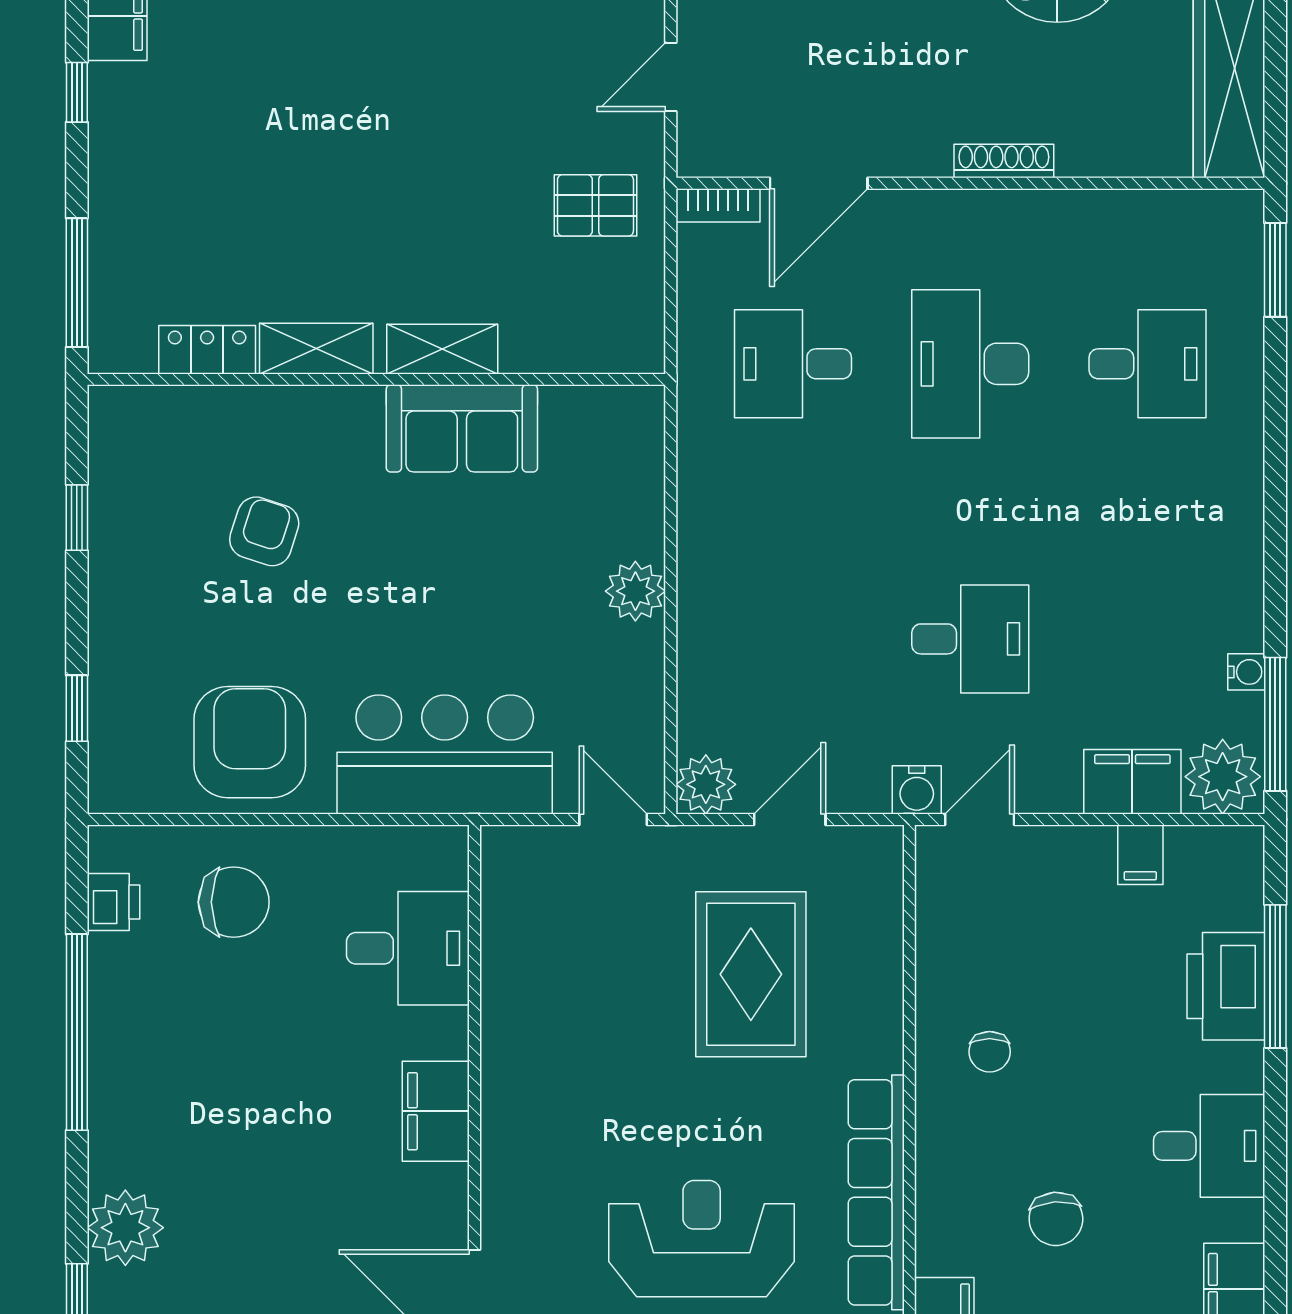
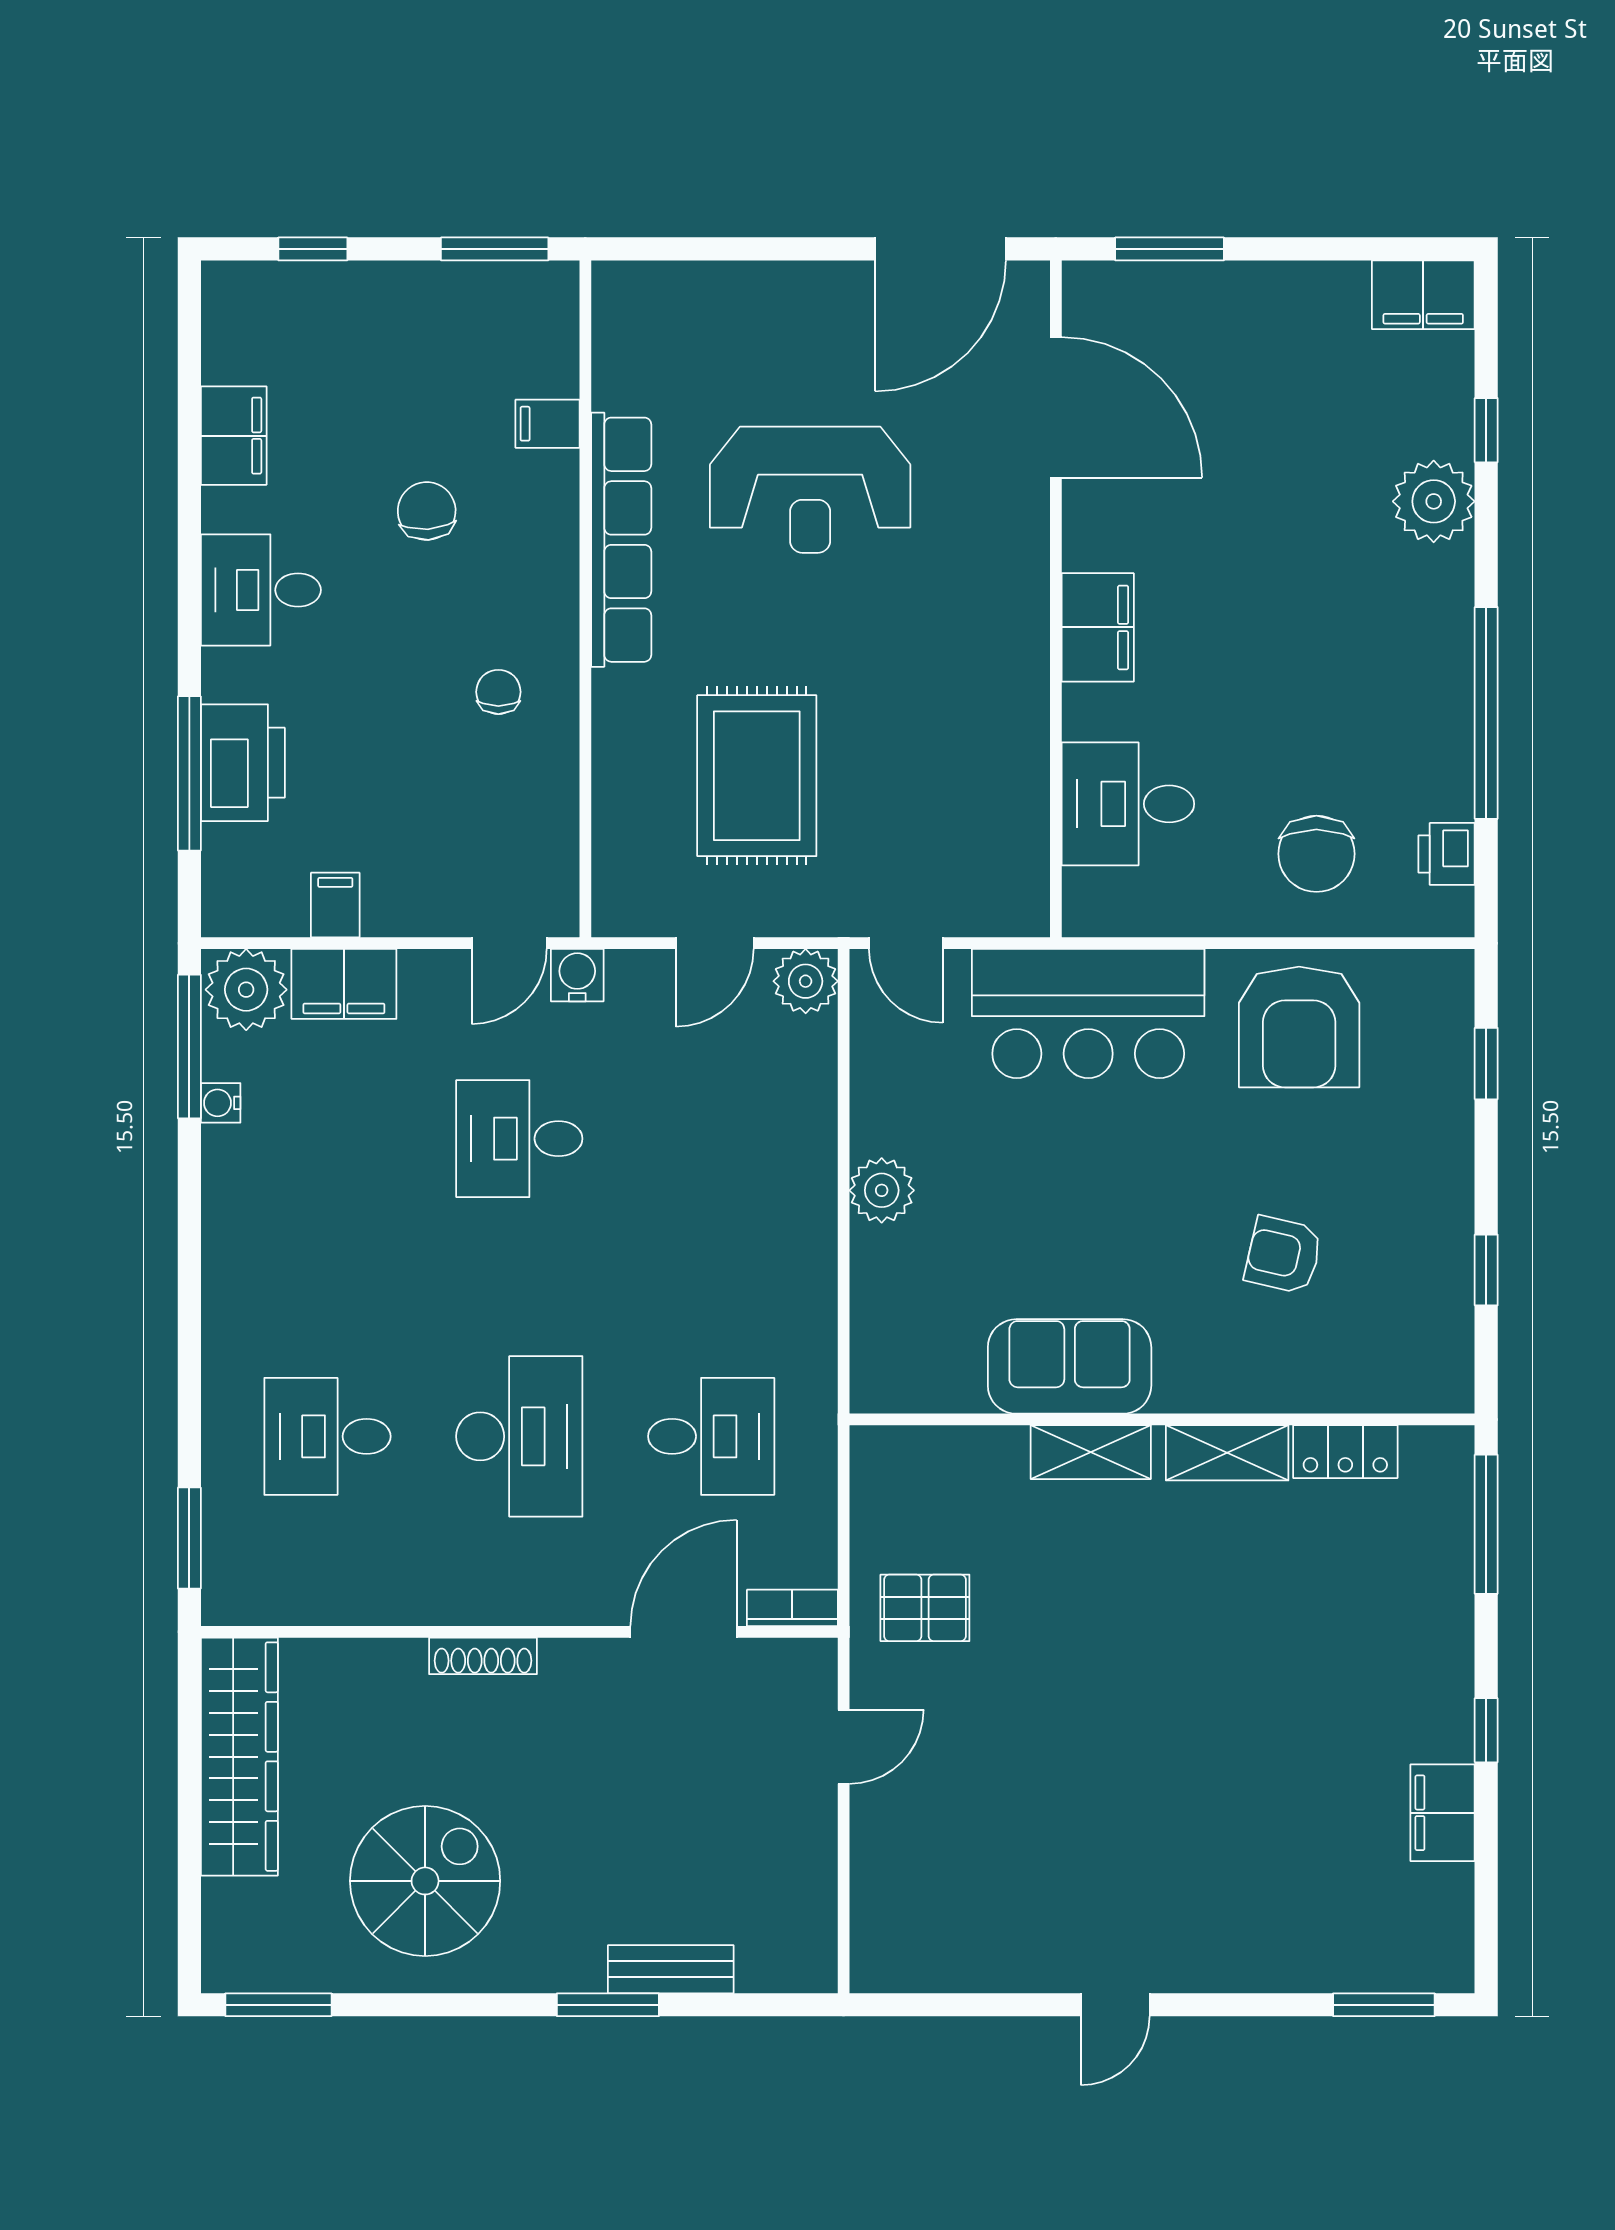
armchair: (264, 531) -> (1283, 1255), turned 85
chair: (234, 902) -> (1316, 854), turned -90

